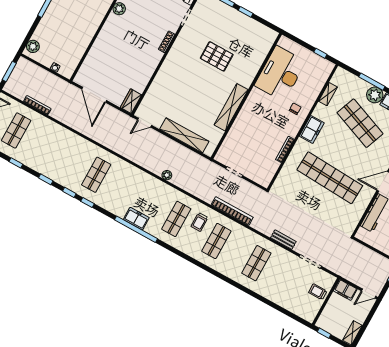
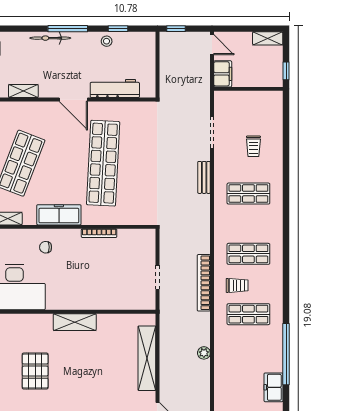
shelving: (231, 107) -> (75, 322), width x0.68
freezer: (312, 129) -> (59, 215), width x1.40
bookcase: (232, 211) -> (204, 283), moved
freezer: (136, 219) -> (274, 387), moved
trolley: (318, 292) -> (253, 146), moved

